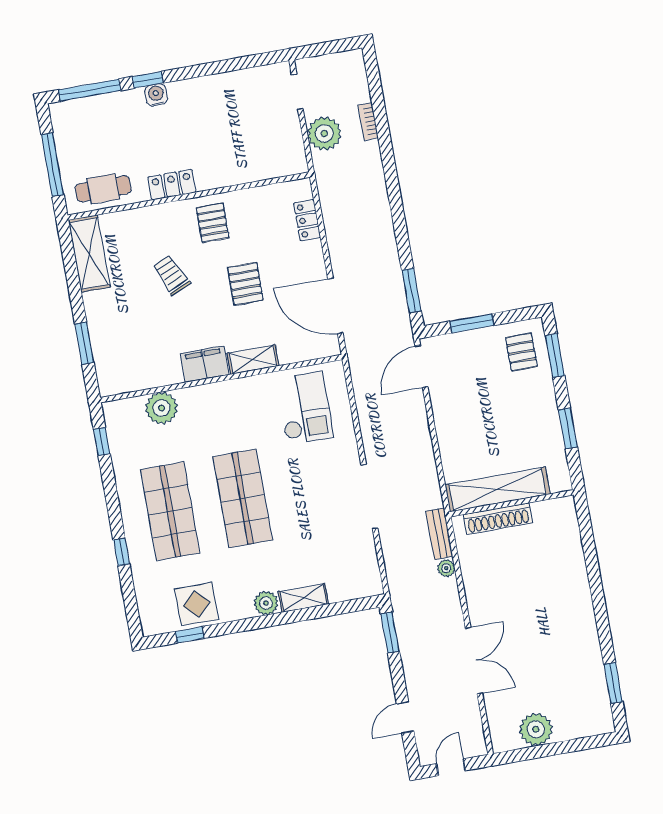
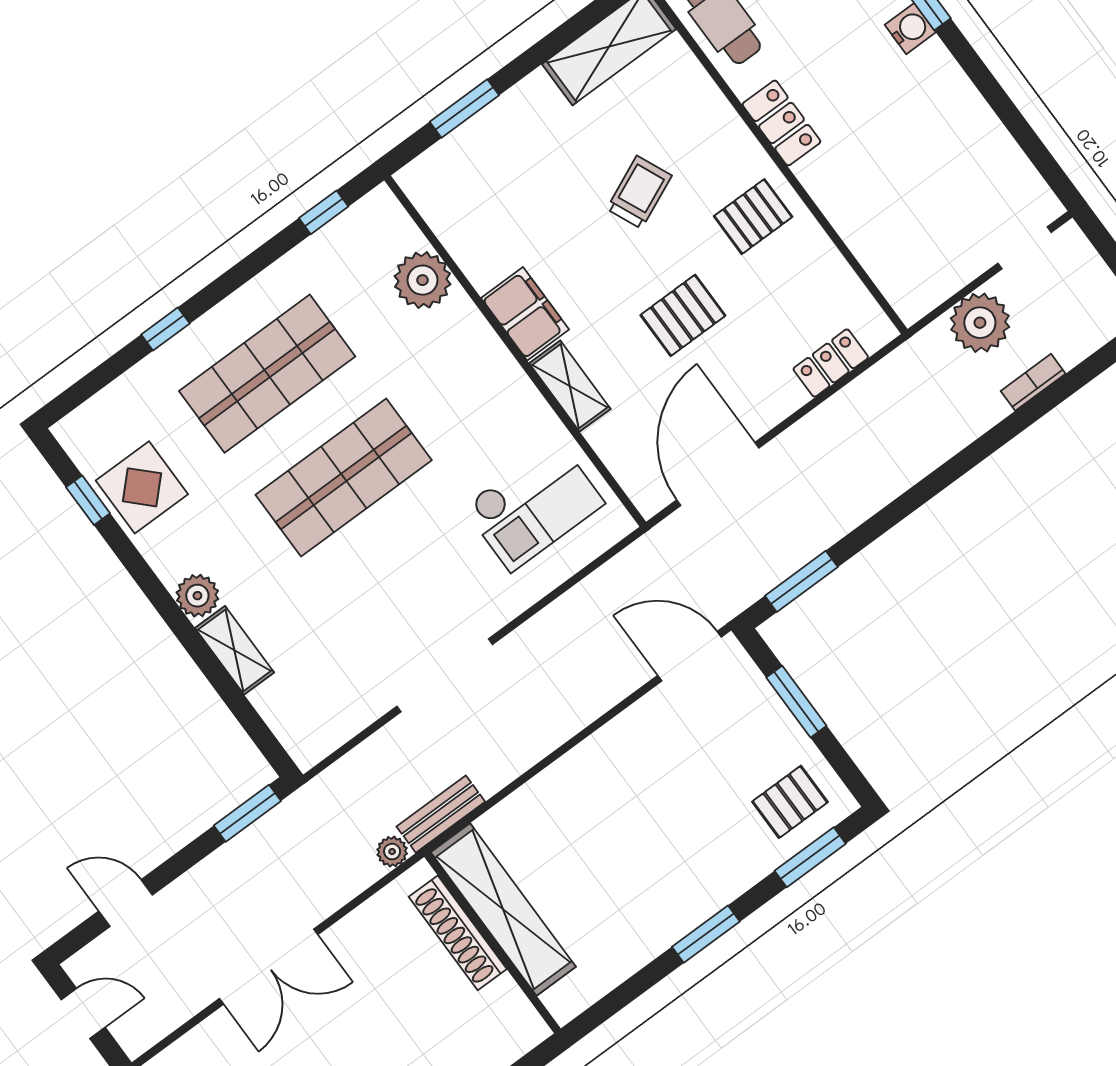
shelving: (497, 489) -> (503, 910), moved
wall: (512, 503) -> (492, 943), moved
shoe rack: (498, 519) -> (458, 933), moved

